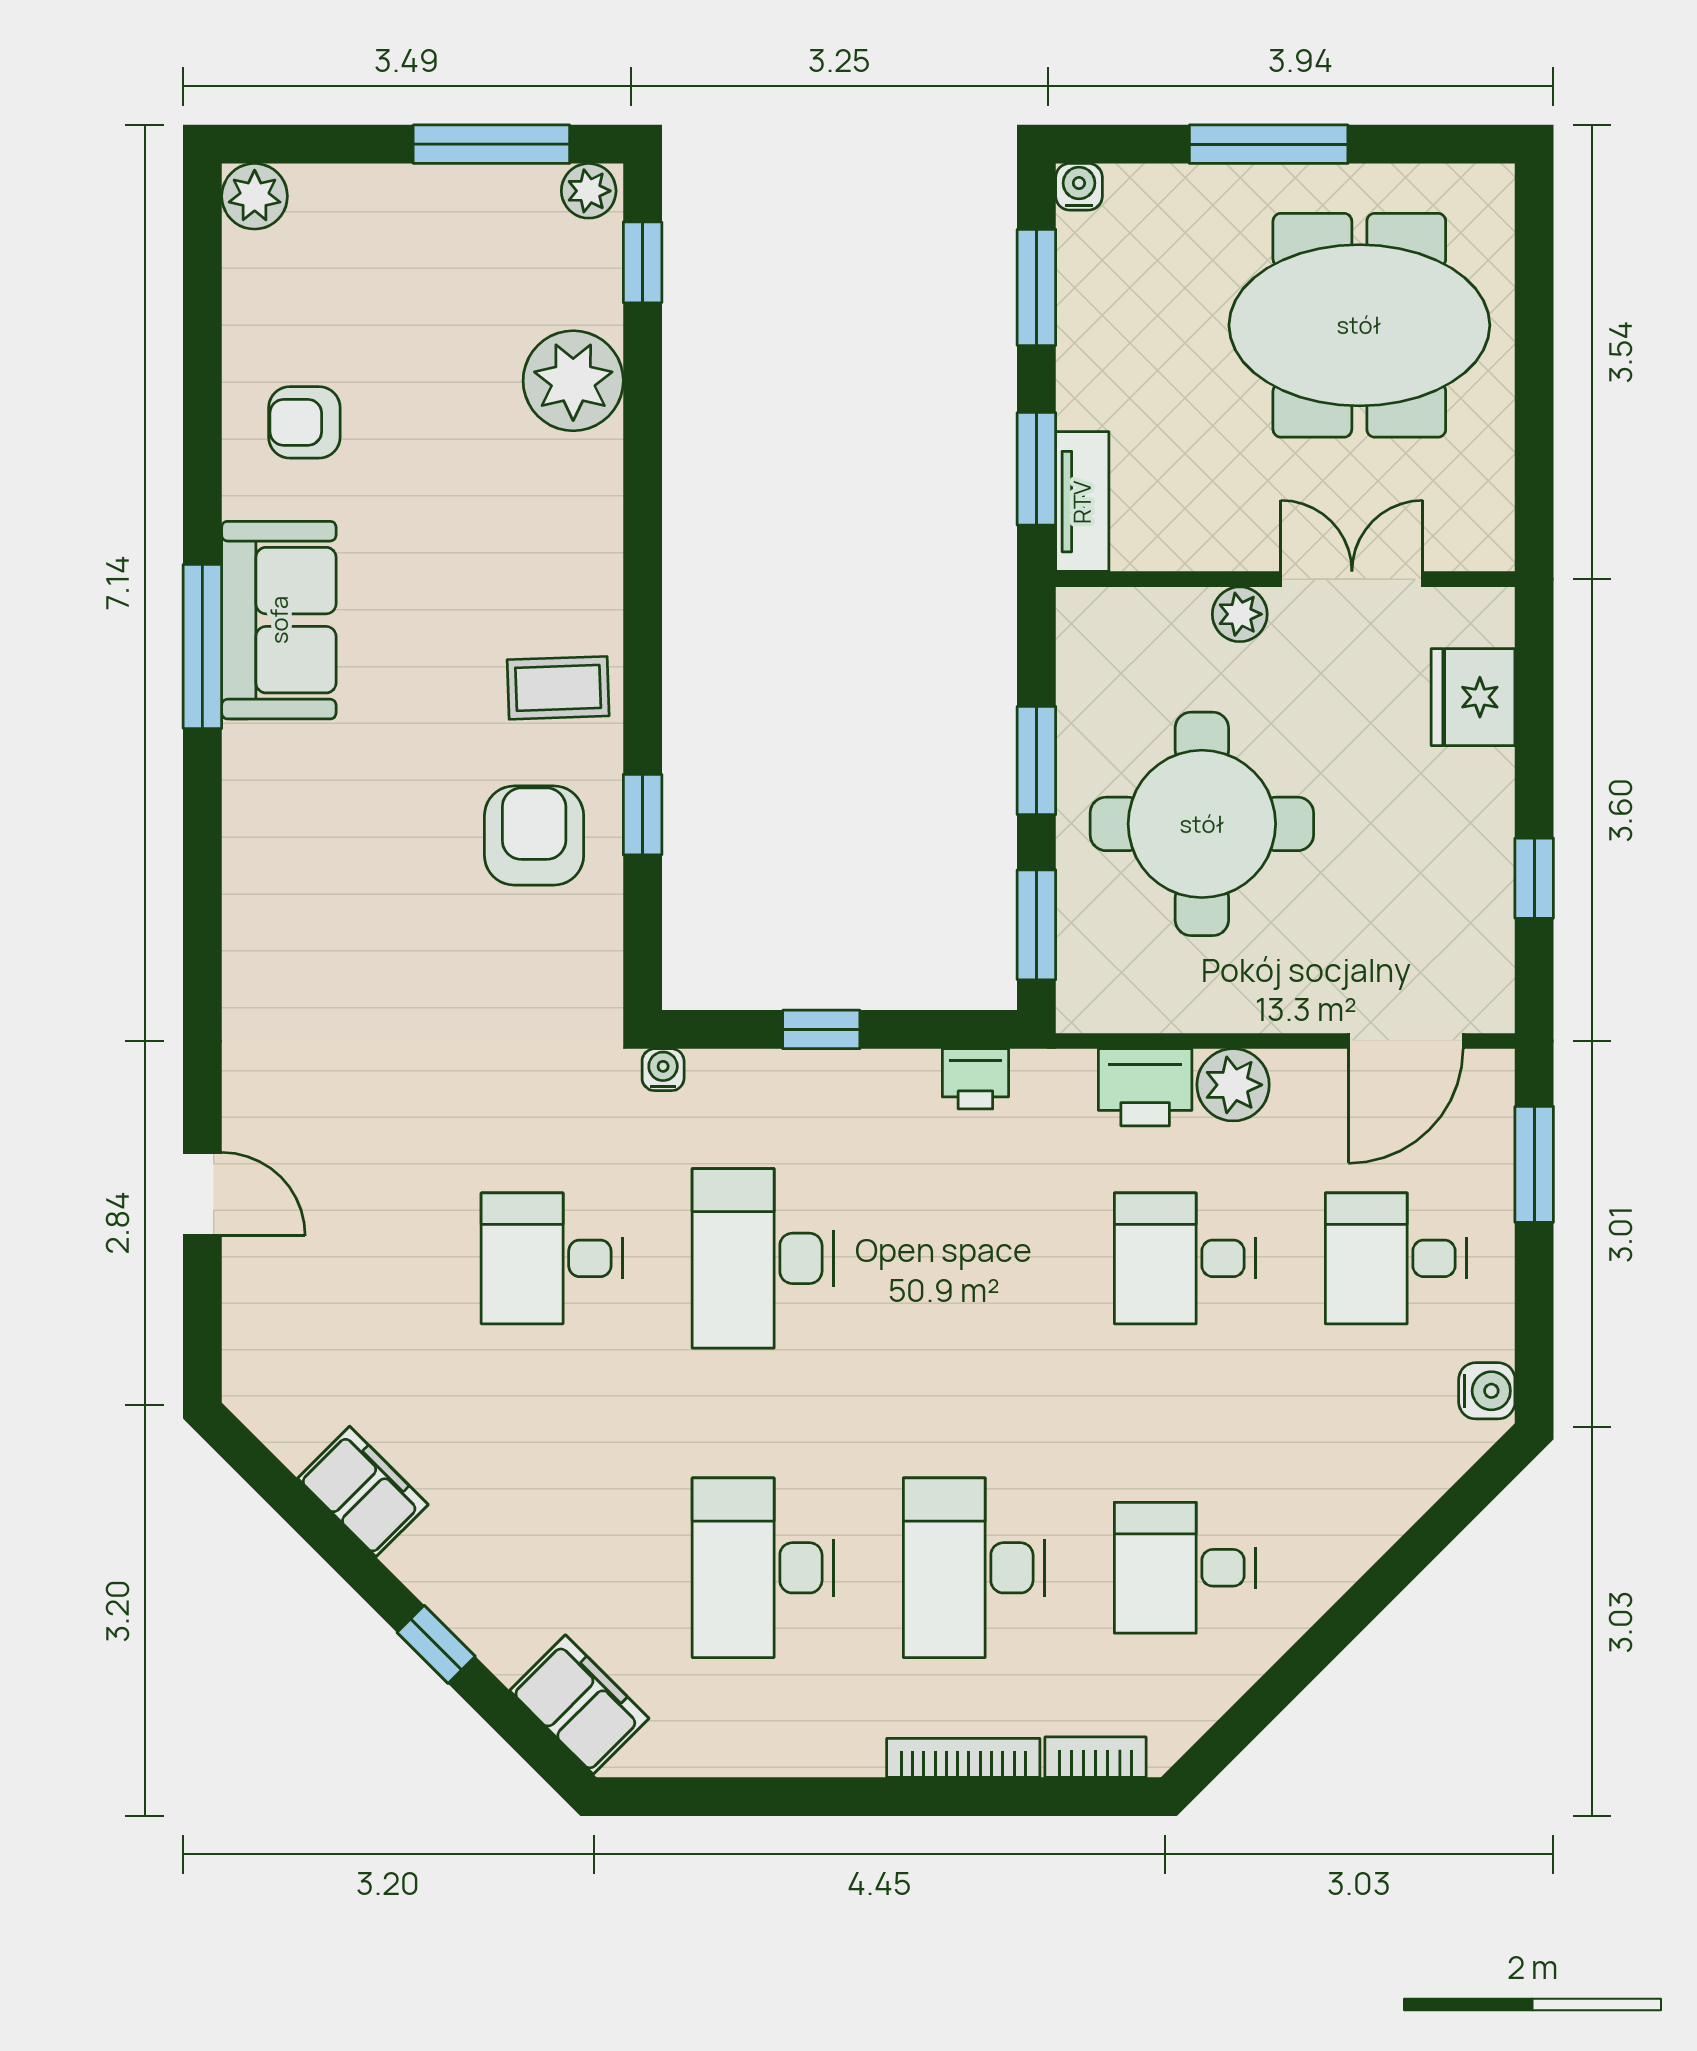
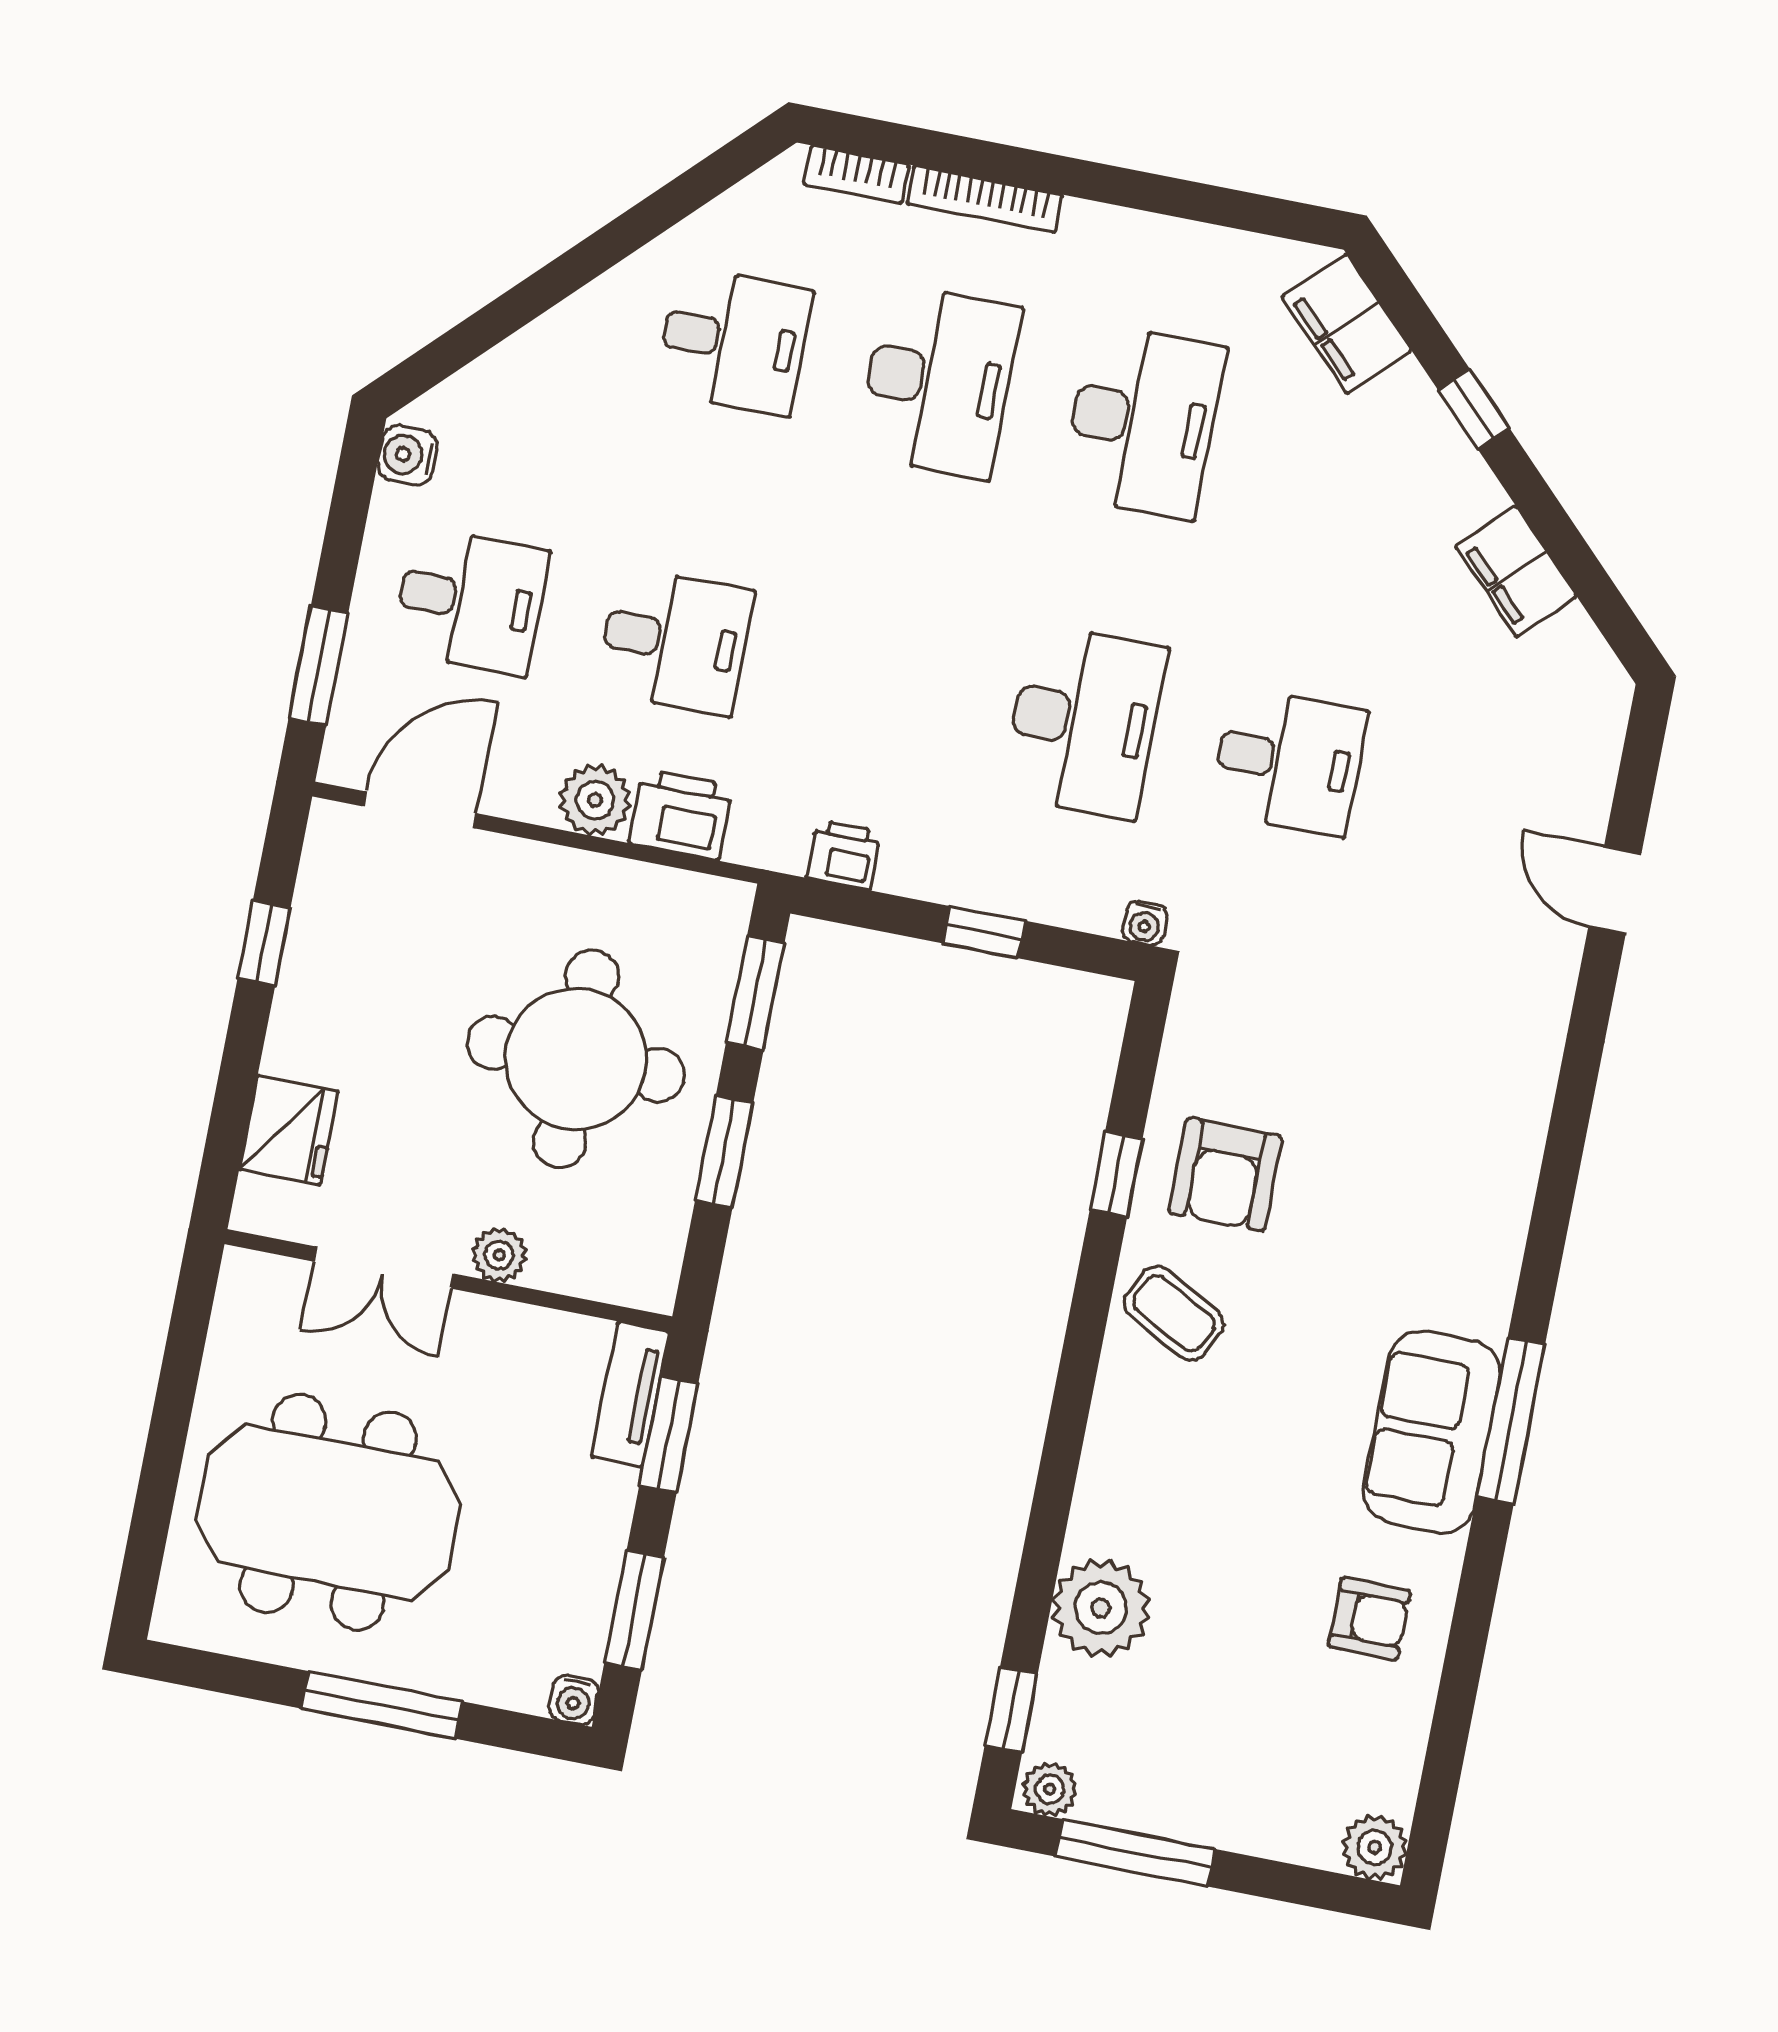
coffee table: (558, 688) -> (1174, 1313), turned 30

